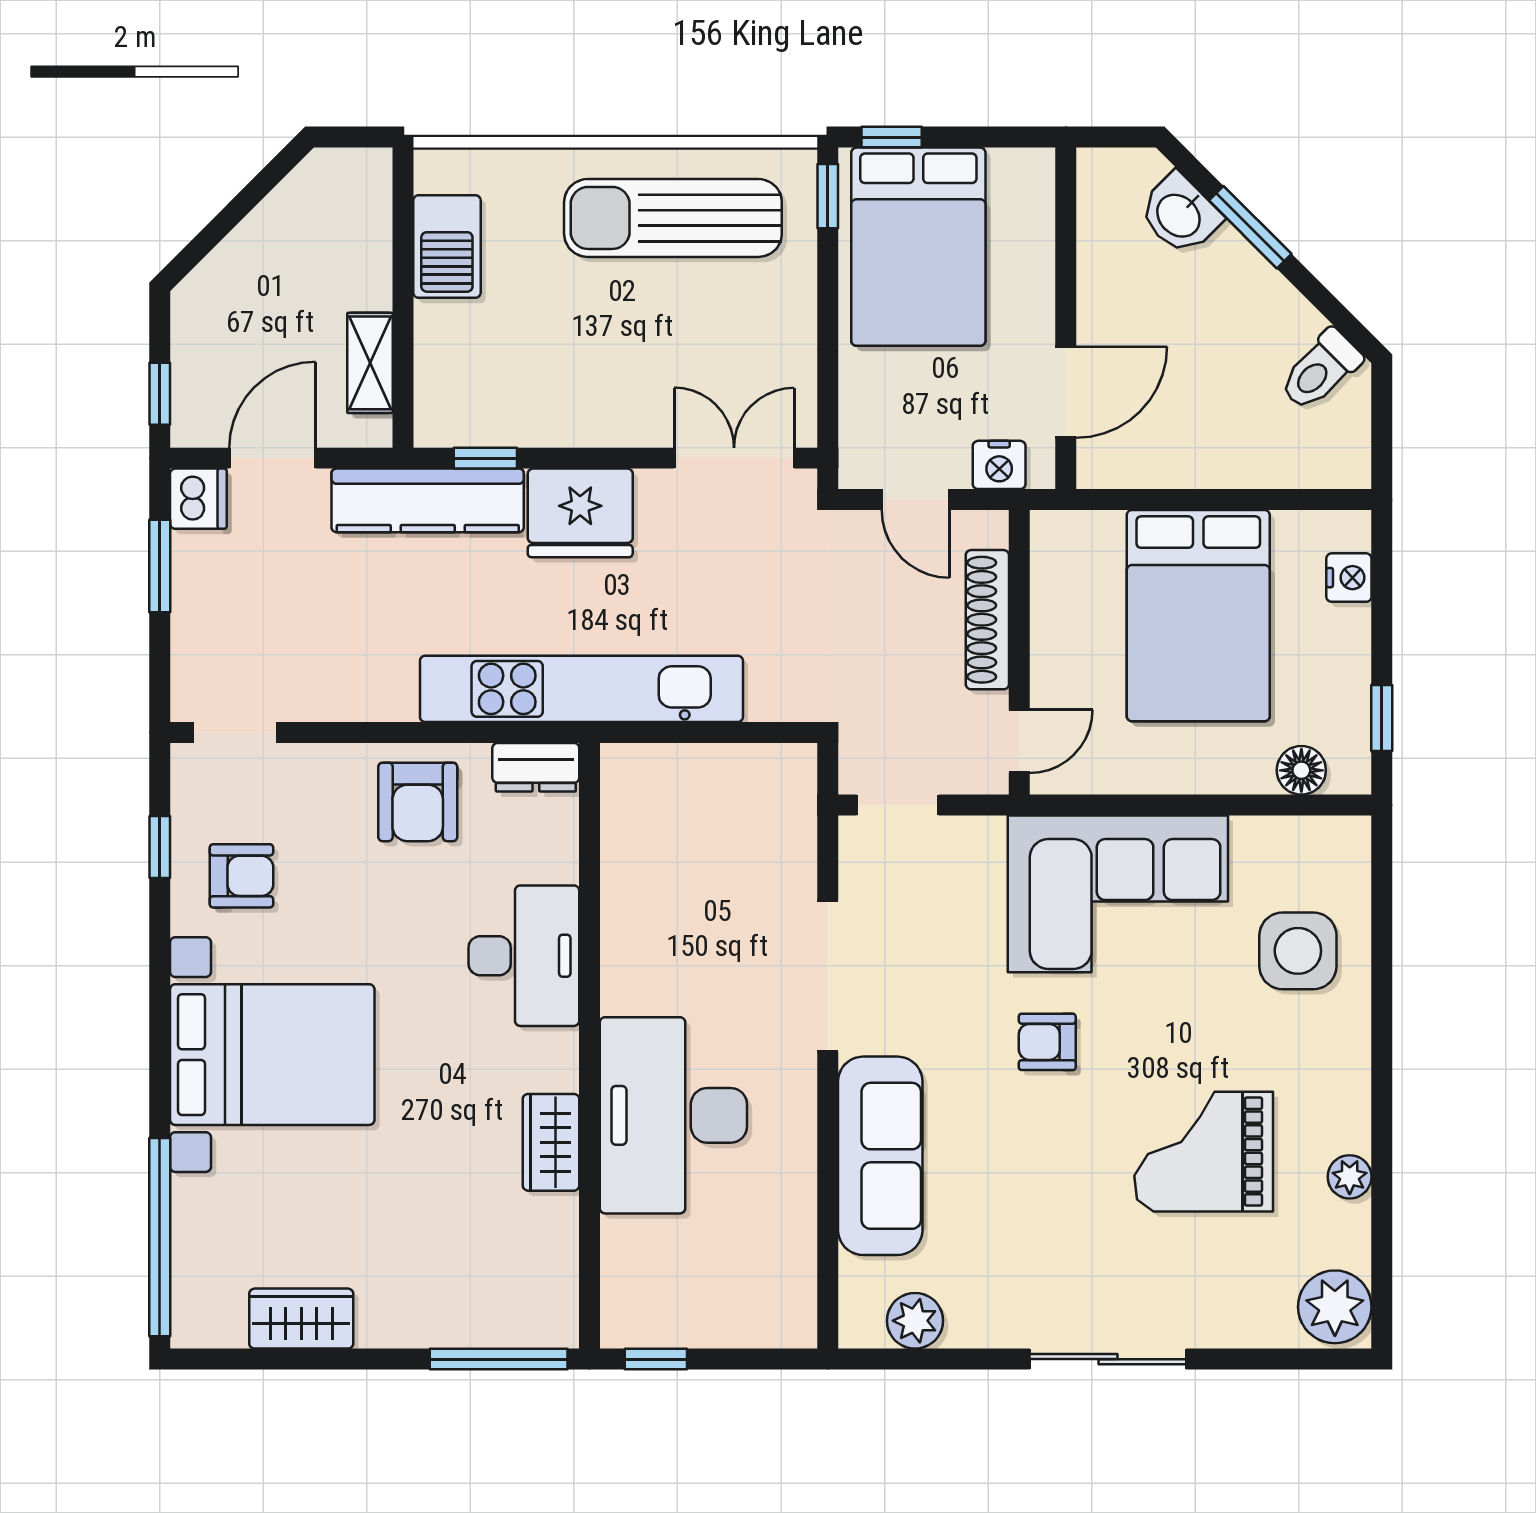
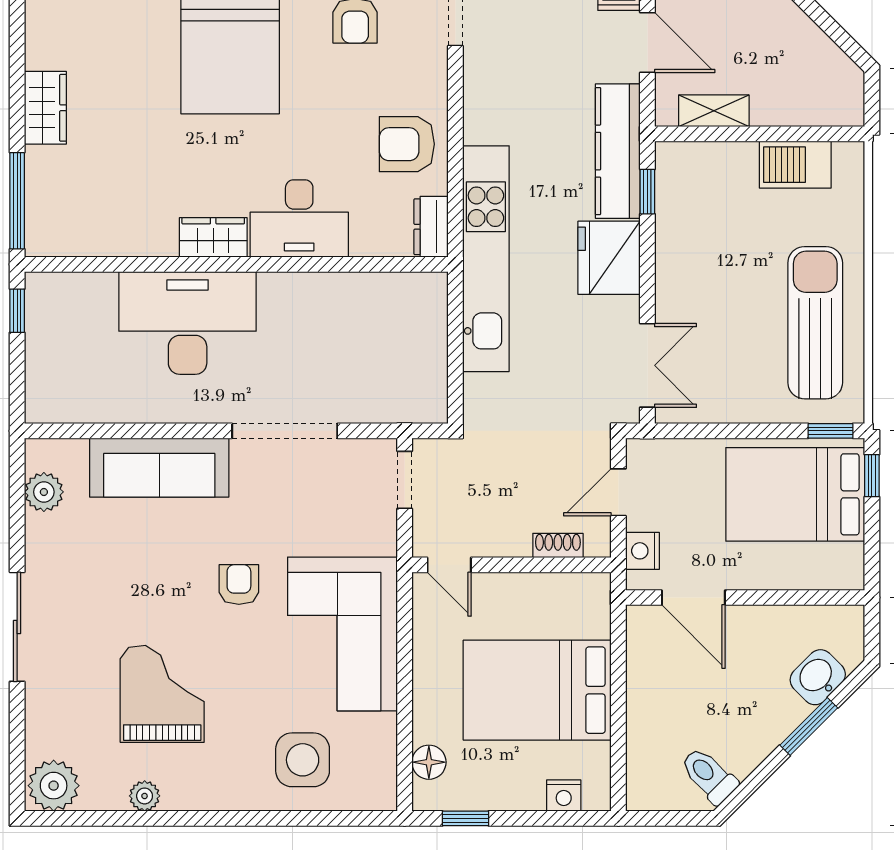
shoe rack: (987, 620) -> (558, 545), width x0.51, depth x0.81
wardrobe: (551, 1142) -> (213, 237), moved
wardrobe: (301, 1319) -> (45, 108), moved

